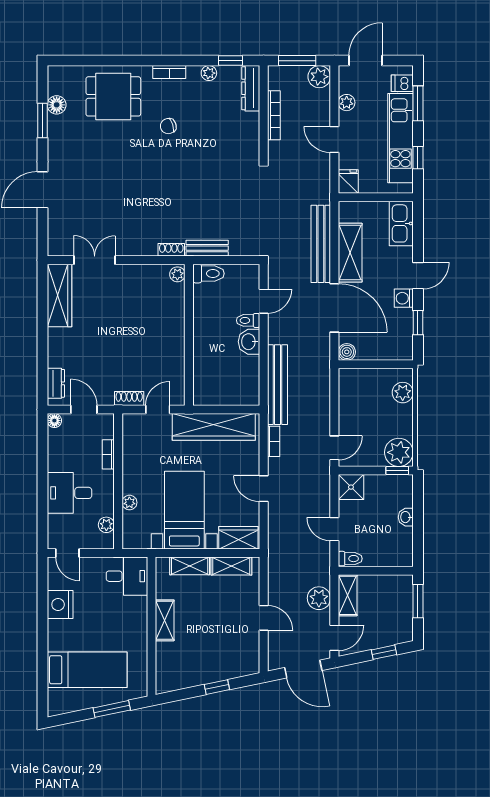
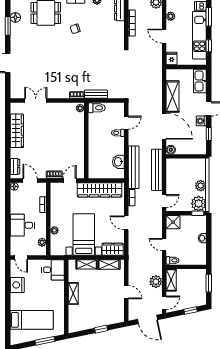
bench: (321, 244) -> (157, 170), moved
wardrobe: (59, 295) -> (17, 131), moved
washbasin: (249, 342) -> (118, 162), moved
plant: (403, 393) -> (201, 186), moved

